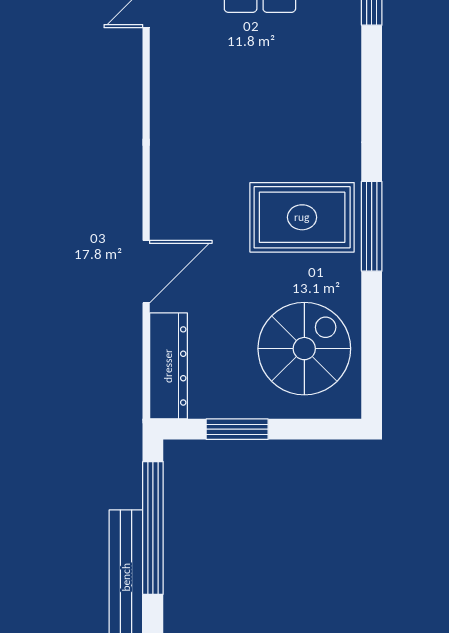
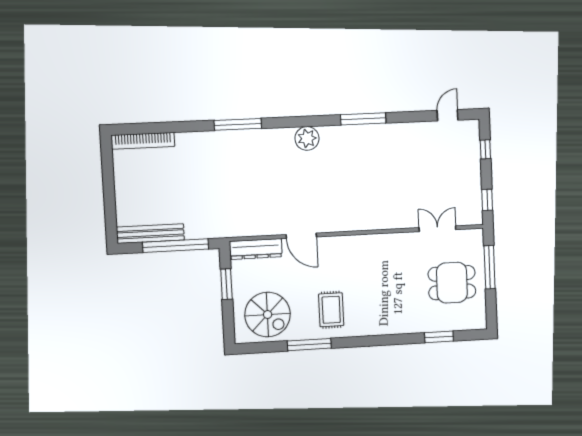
rug: (302, 217) -> (331, 310), width x0.73, depth x0.70
window: (372, 226) -> (309, 345), moved

